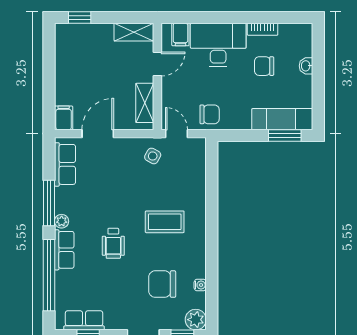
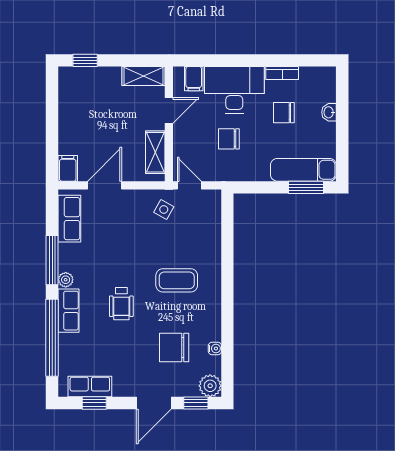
chair: (210, 114) -> (229, 139), moved, turned 180

